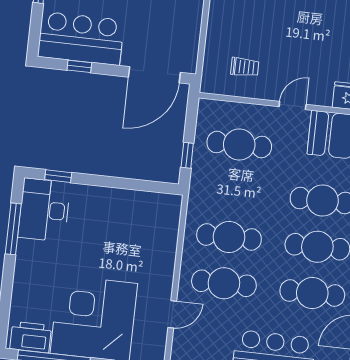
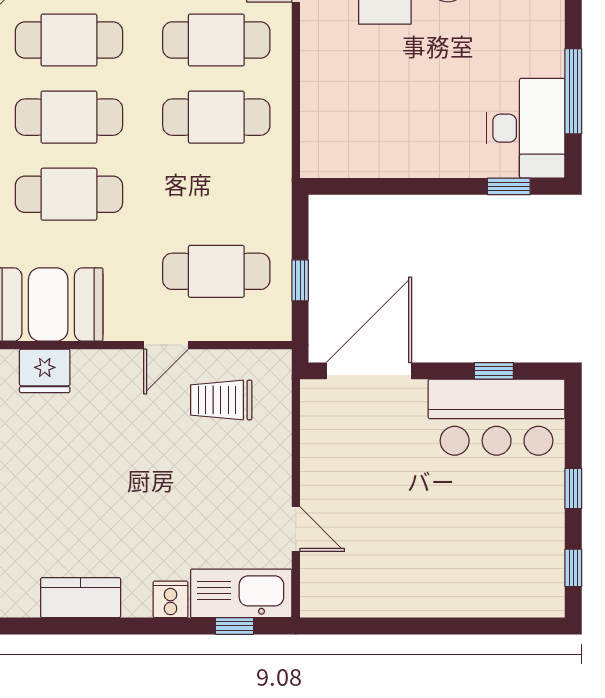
trolley: (245, 67) -> (221, 400), width x1.36, depth x1.39
door: (293, 106) -> (166, 345), moved
window: (187, 155) -> (300, 280), moved

